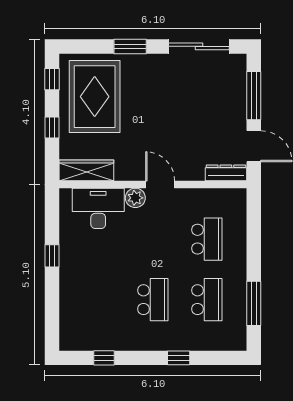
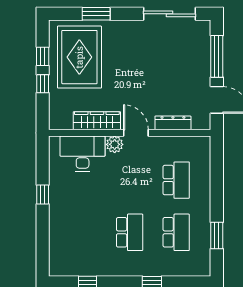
window: (130, 46) -> (96, 14), moved
window: (52, 79) -> (43, 56), moved
wardrobe: (86, 170) -> (97, 121), moved
dresser: (226, 173) -> (173, 123), moved
window: (254, 303) -> (217, 235), width x0.69

